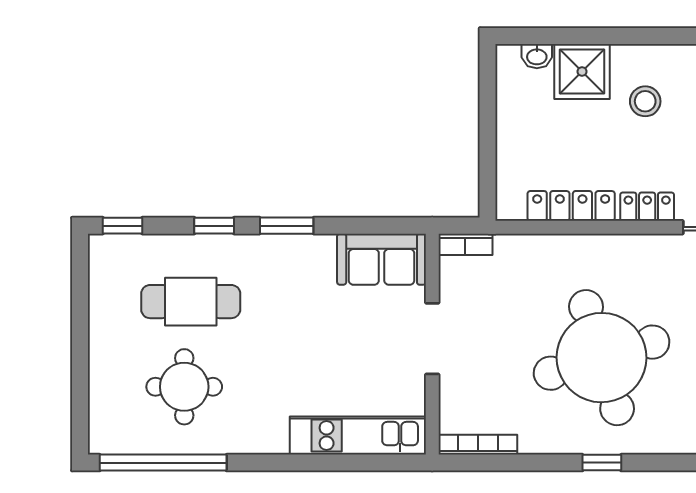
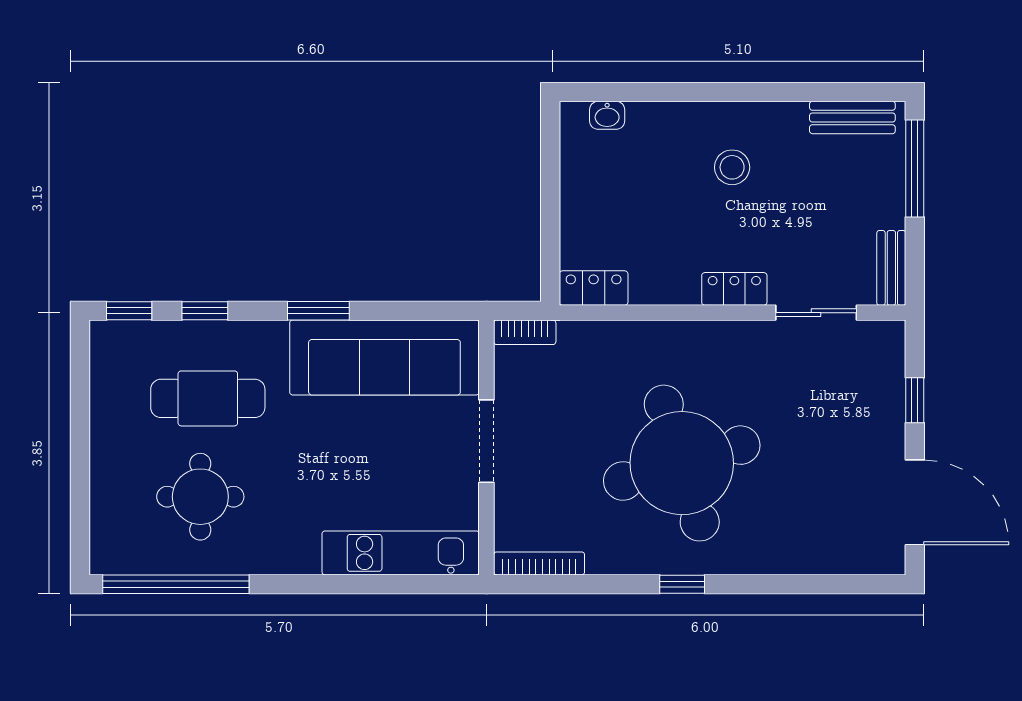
shower: (582, 72) -> (659, 133), removed
locker: (571, 206) -> (594, 288), moved, width x0.66
window: (214, 226) -> (205, 311), moved
sofa: (382, 259) -> (384, 357), width x1.85, depth x1.27

